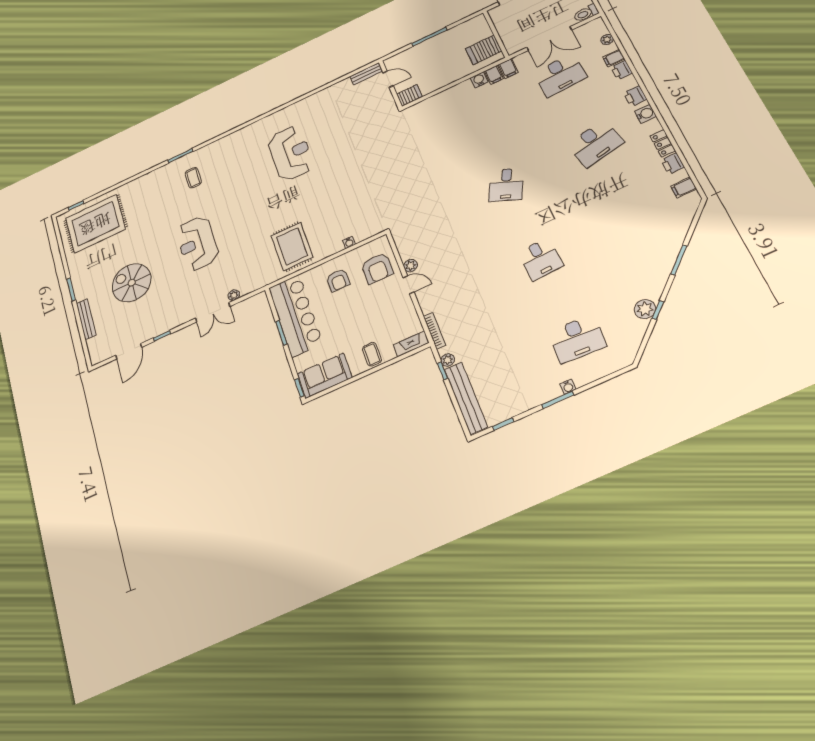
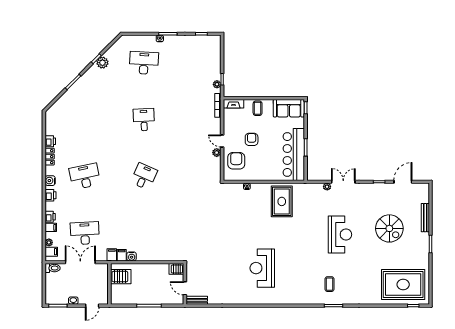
filing cabinet: (684, 187) -> (51, 252), moved
armchair: (338, 280) -> (252, 139), moved
bench: (466, 398) -> (215, 58), removed

